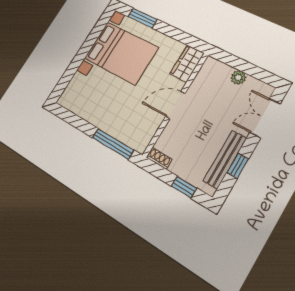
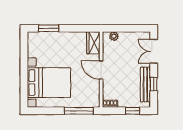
bed with nightstands: (121, 53) -> (49, 83), moved
plant: (238, 78) -> (114, 36), moved
door: (175, 105) -> (101, 70), hinge flipped

